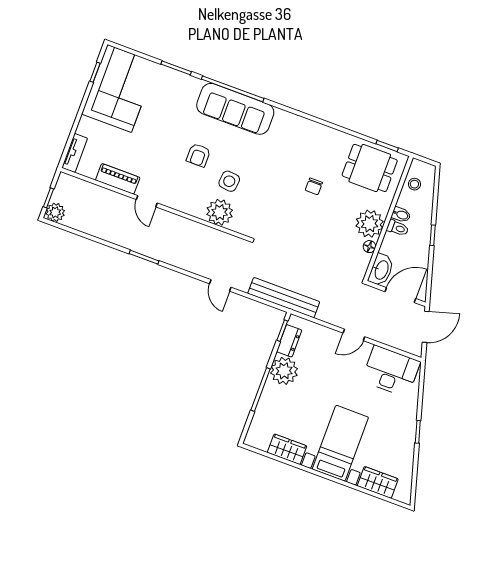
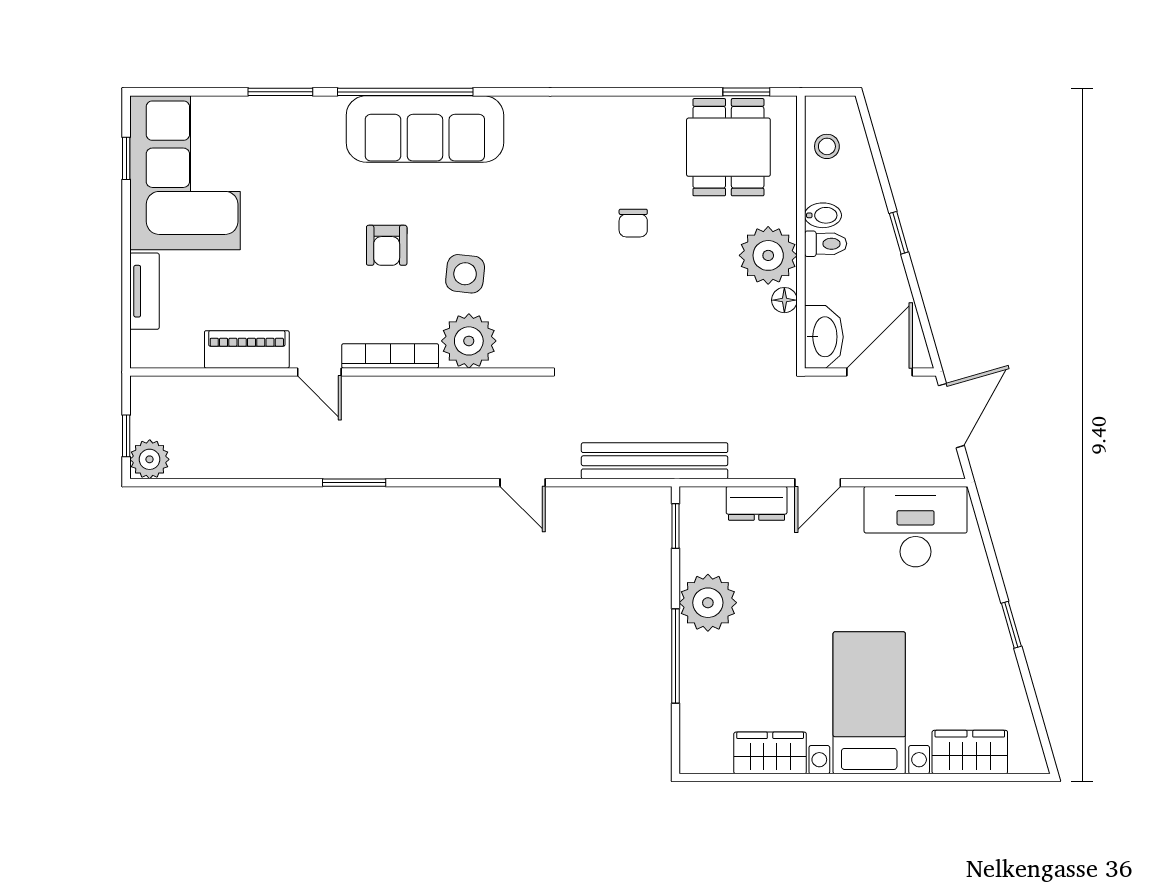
tv unit: (75, 153) -> (144, 291), moved
dining table: (370, 168) -> (728, 147), turned 90
bookcase: (182, 206) -> (390, 356), added
dresser: (289, 341) -> (757, 503), moved, turned 90

